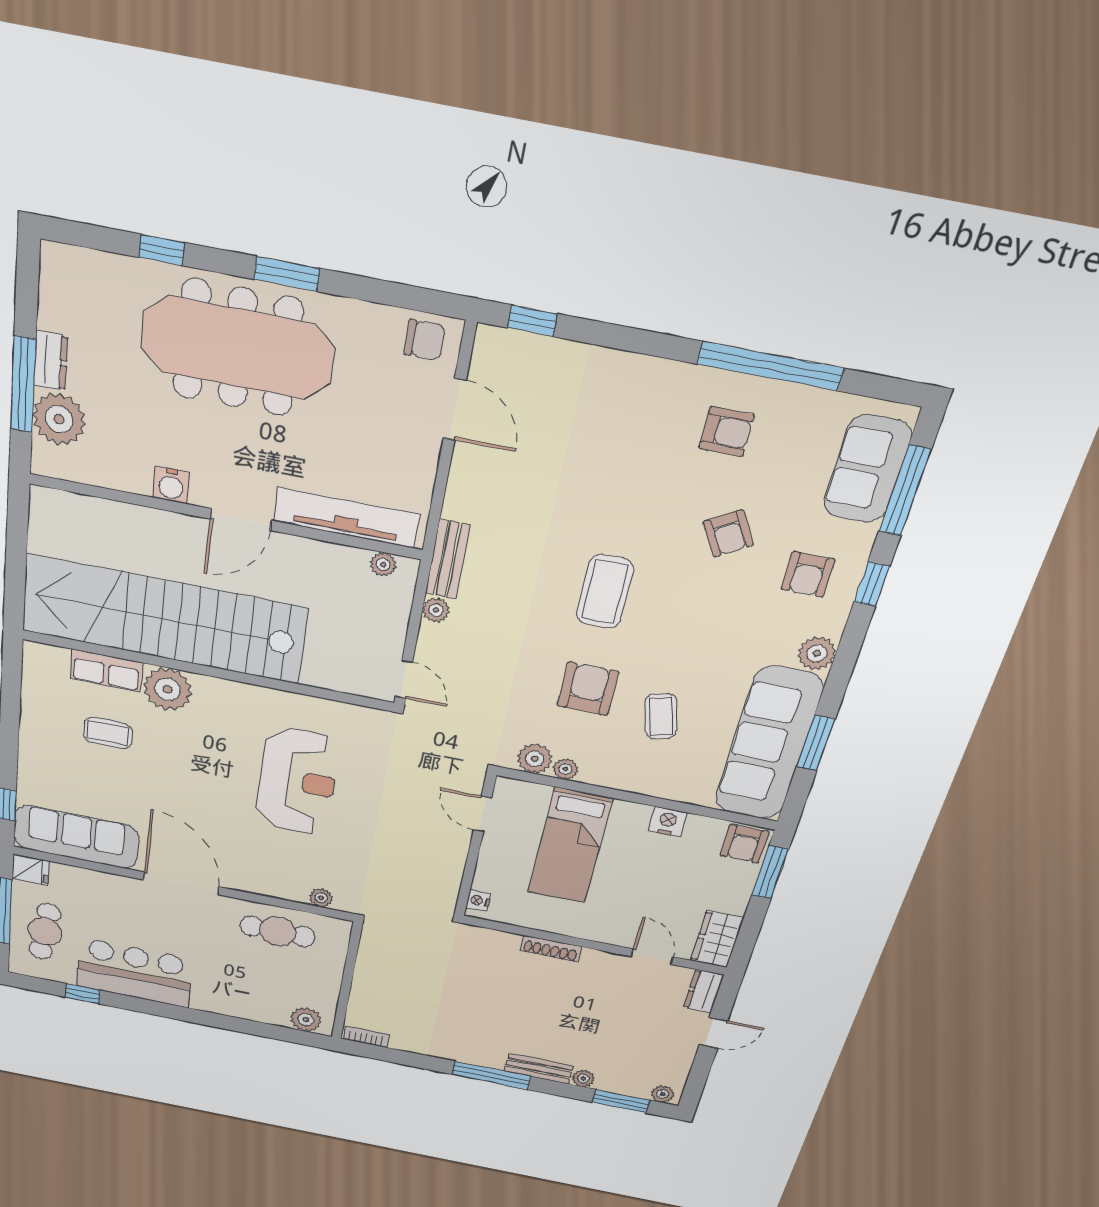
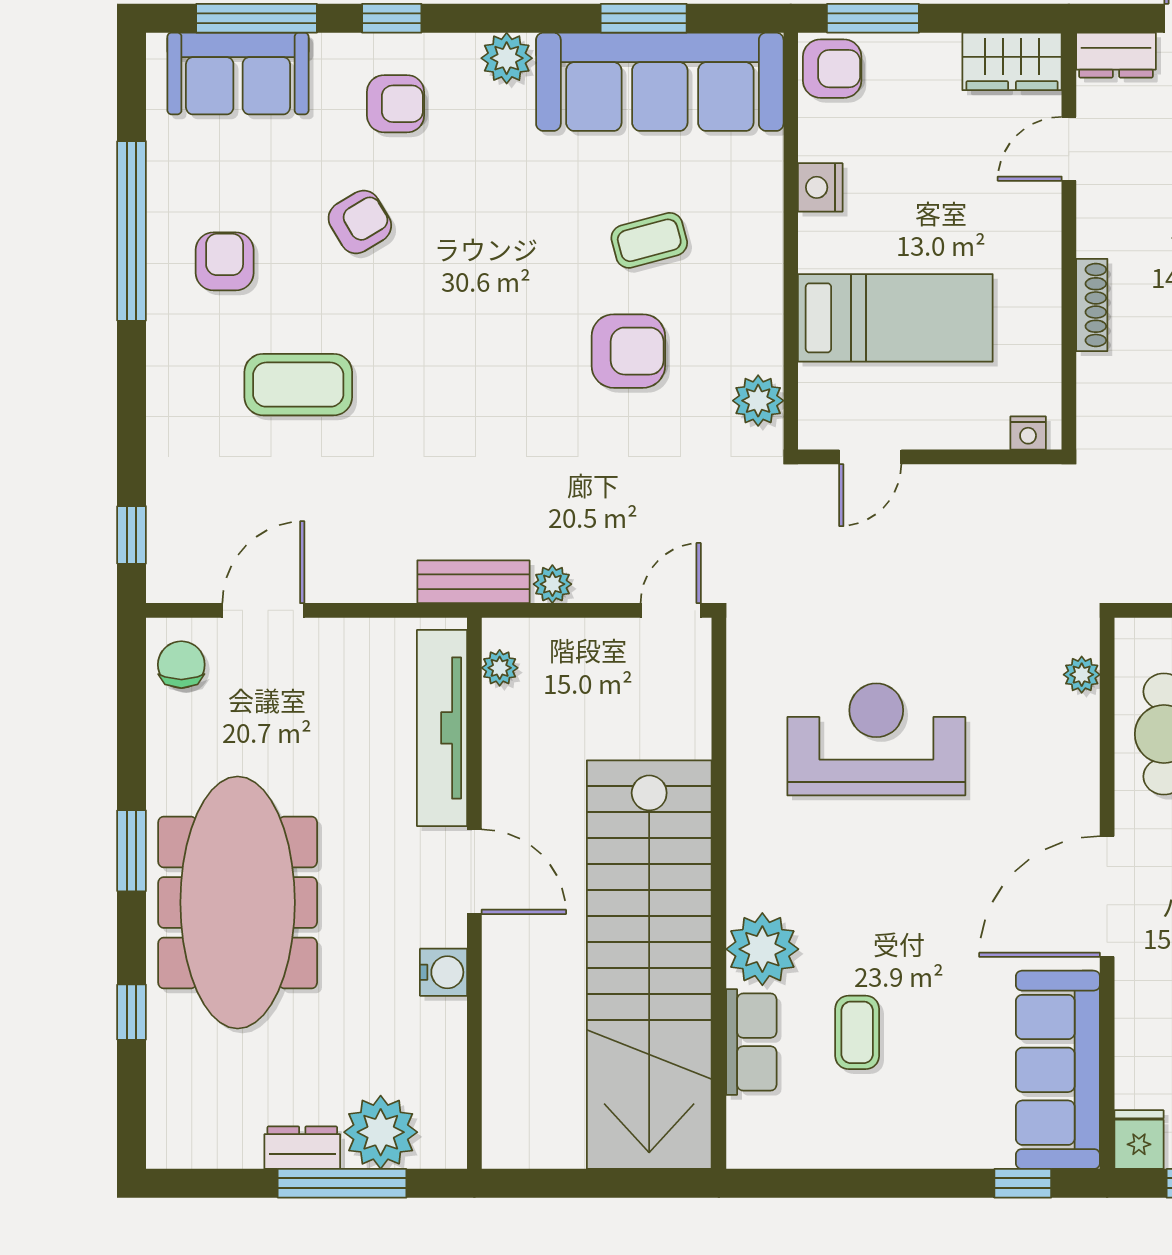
coffee table: (605, 592) -> (298, 385), moved
armchair: (588, 689) -> (628, 351), turned 180
plant: (566, 769) -> (765, 353), removed

